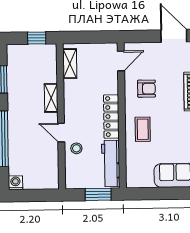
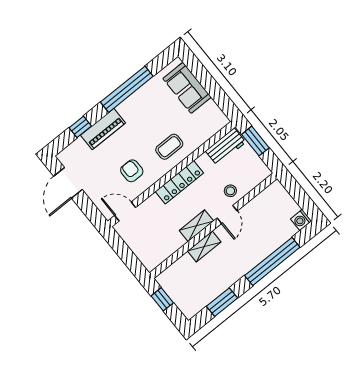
shelving: (70, 64) -> (196, 226), moved
workbench: (111, 164) -> (226, 147), width x0.73

